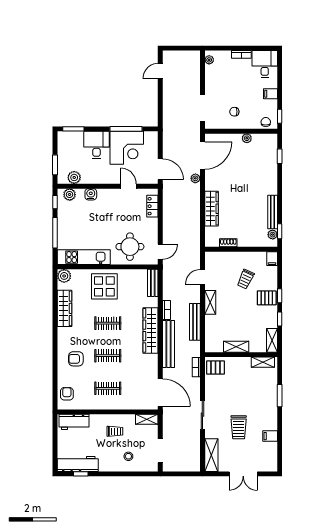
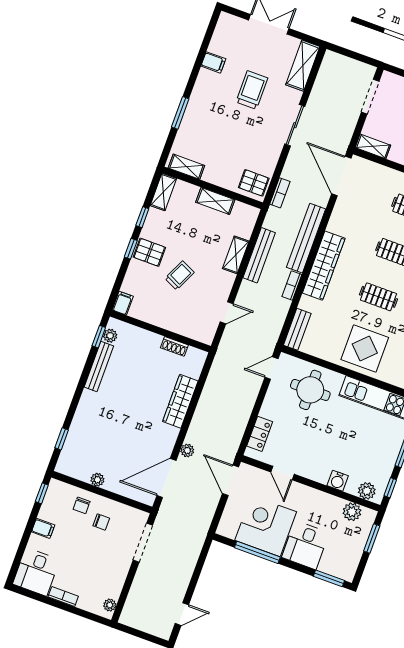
chair: (266, 122) -> (82, 505), moved
trolley: (246, 279) -> (180, 275), moved
shelving: (210, 302) -> (236, 255), moved

